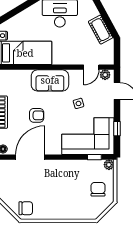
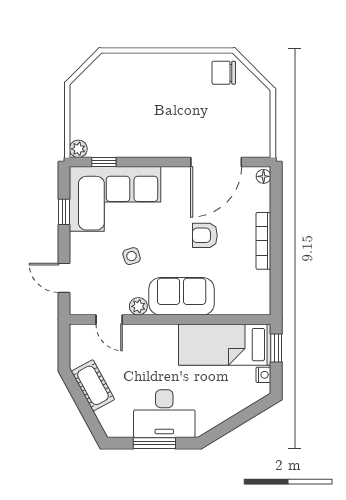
door: (91, 67) -> (109, 320), swing flipped
plant: (105, 75) -> (138, 306), moved
chair: (98, 189) -> (97, 106), removed

